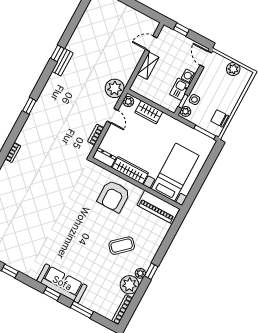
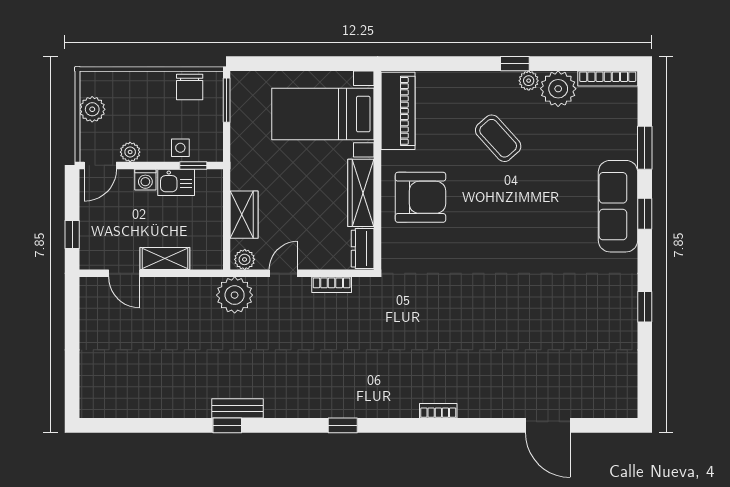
plant: (186, 111) -> (130, 152), moved

